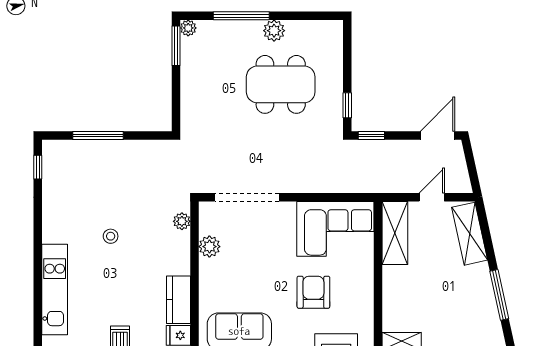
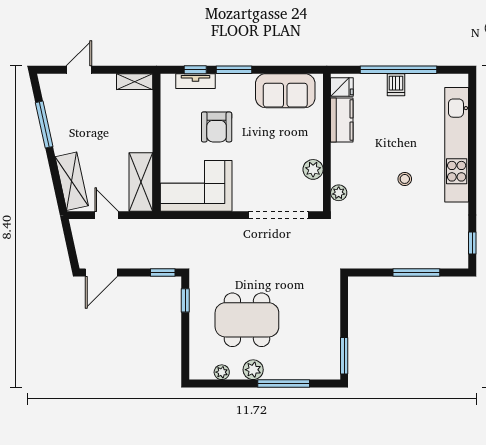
plant: (188, 28) -> (222, 372), moved
door: (432, 197) -> (107, 215), swing flipped
kitchen unit: (55, 289) -> (457, 145), width x1.36

